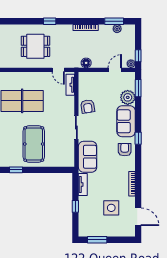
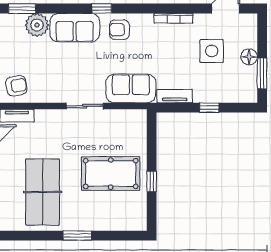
armchair: (88, 106) -> (16, 86), moved
window: (16, 170) -> (152, 181), moved
floor lamp: (108, 232) -> (249, 57), added

